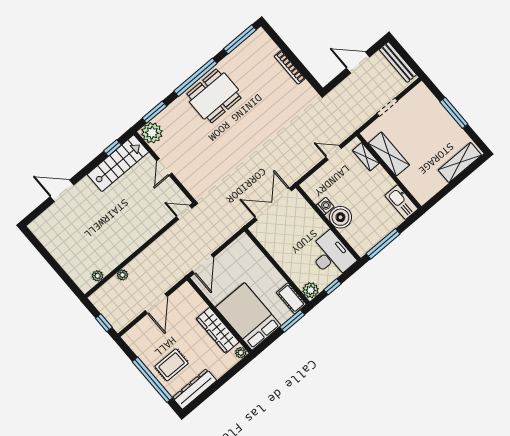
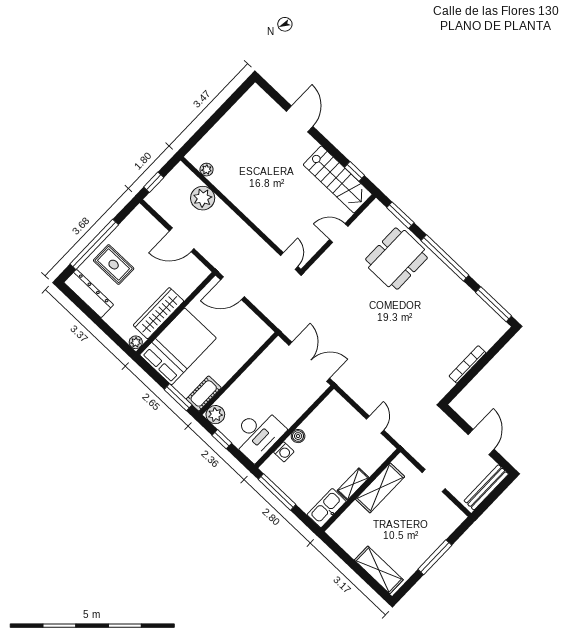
dining table: (214, 96) -> (397, 259), moved, turned 90
plant: (152, 133) -> (376, 215), removed
shelving: (366, 157) -> (353, 484), moved
washing machine: (325, 206) -> (284, 452), moved
boiler: (340, 217) -> (298, 436), width x0.54, depth x0.54
plant: (123, 275) -> (203, 198), width x1.87, depth x1.87

